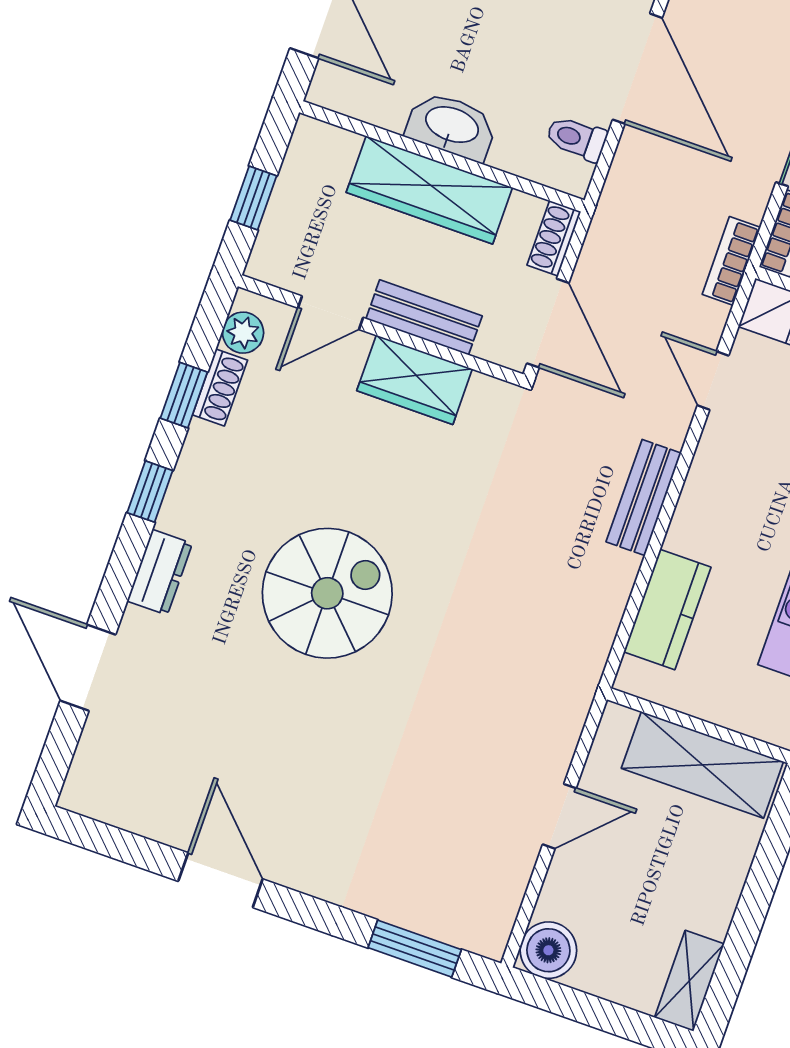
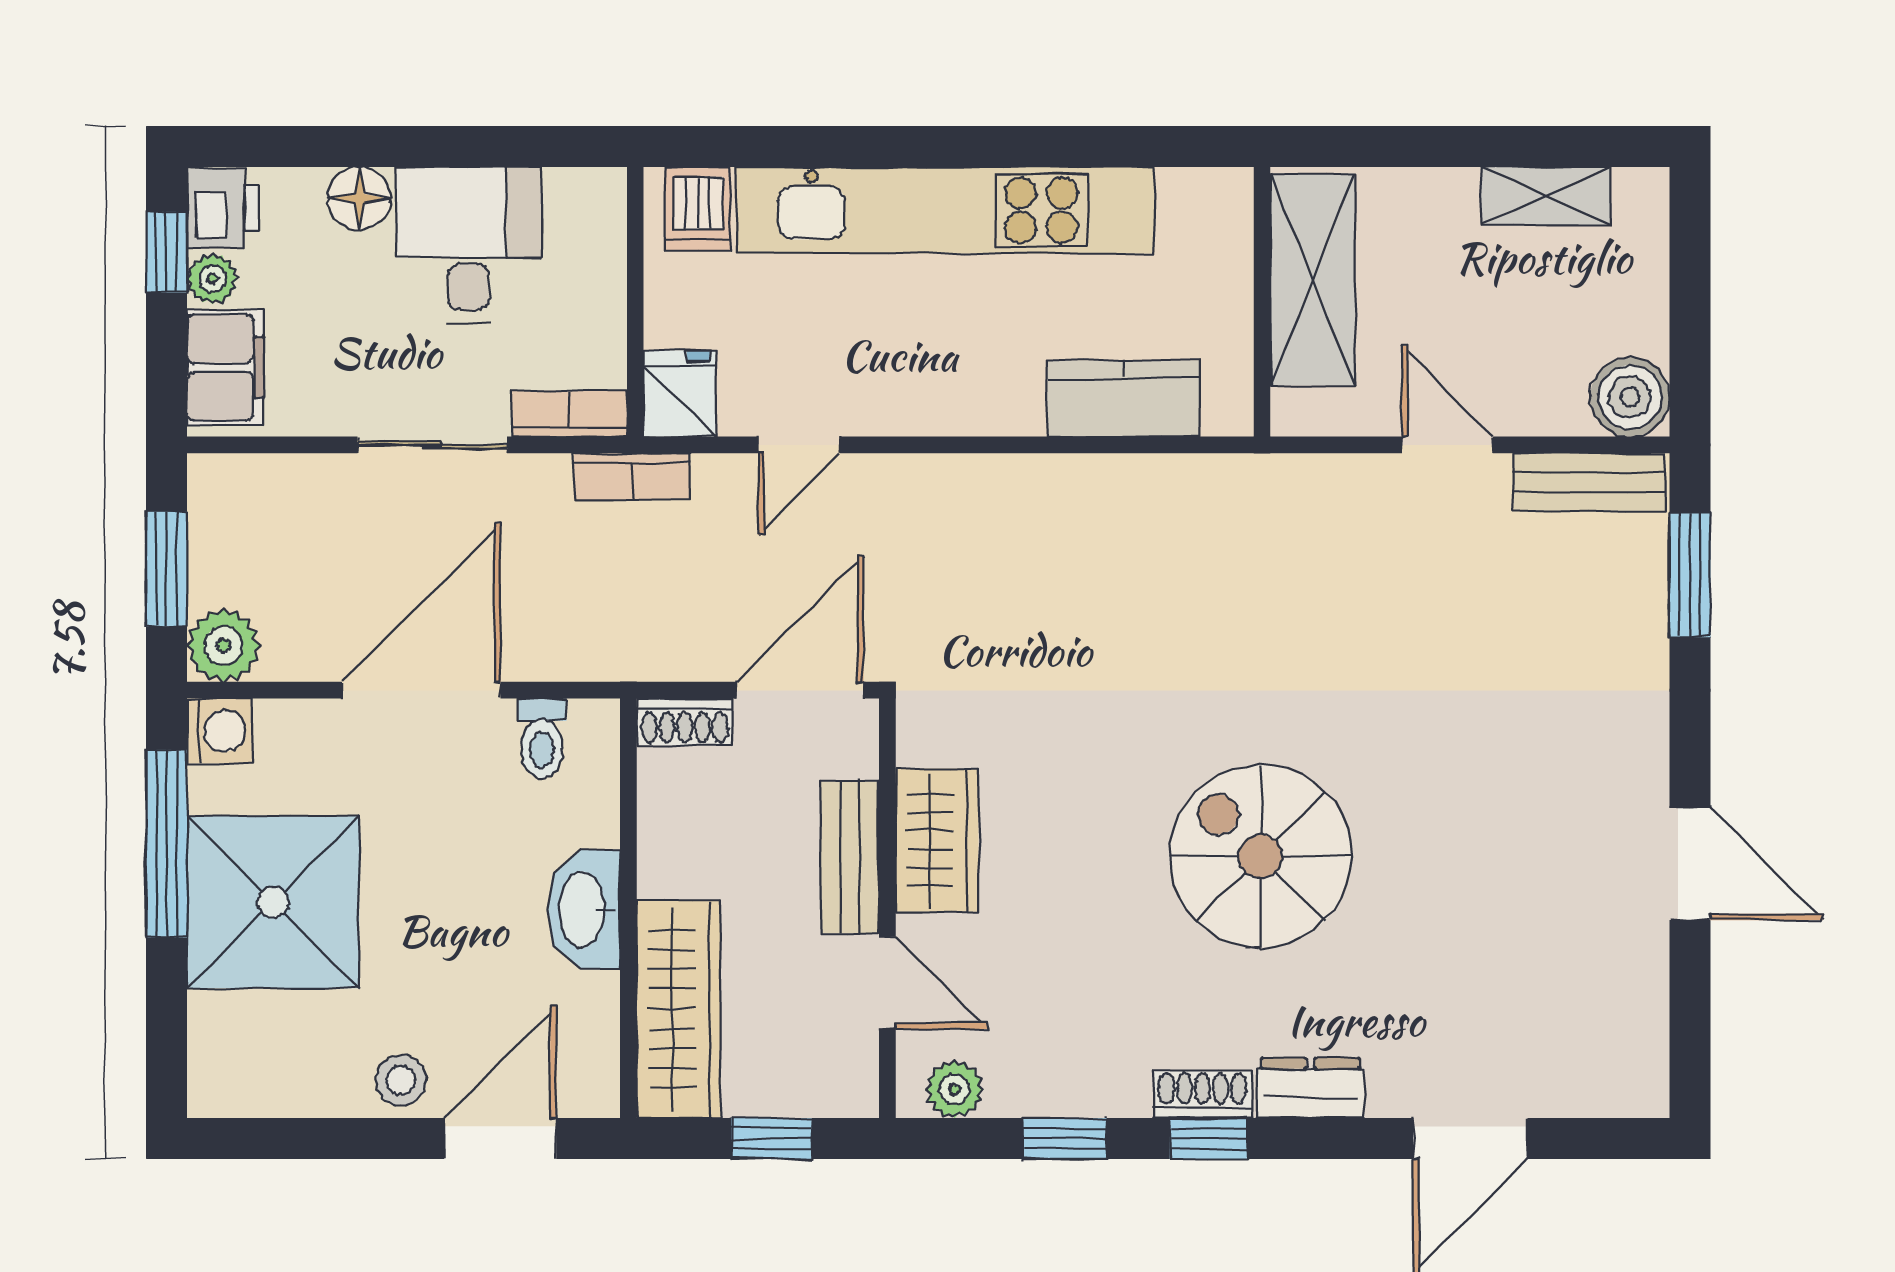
wardrobe: (429, 190) -> (679, 1009), moved
shoe rack: (220, 387) -> (1203, 1094), moved
bench: (644, 497) -> (1589, 482), moved
door: (220, 880) -> (1690, 864), swing flipped
shelving: (689, 981) -> (1546, 196), moved

